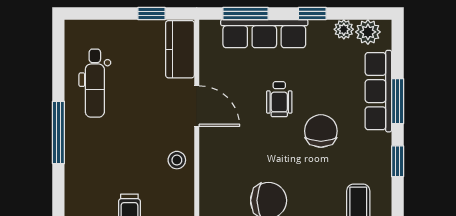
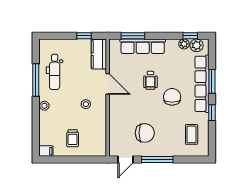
window: (312, 14) -> (190, 36), moved
row of seats: (378, 91) -> (202, 84), width x1.36
window: (58, 133) -> (36, 80), moved
stool: (75, 148) -> (44, 106), added
stool: (177, 160) -> (86, 104), moved

